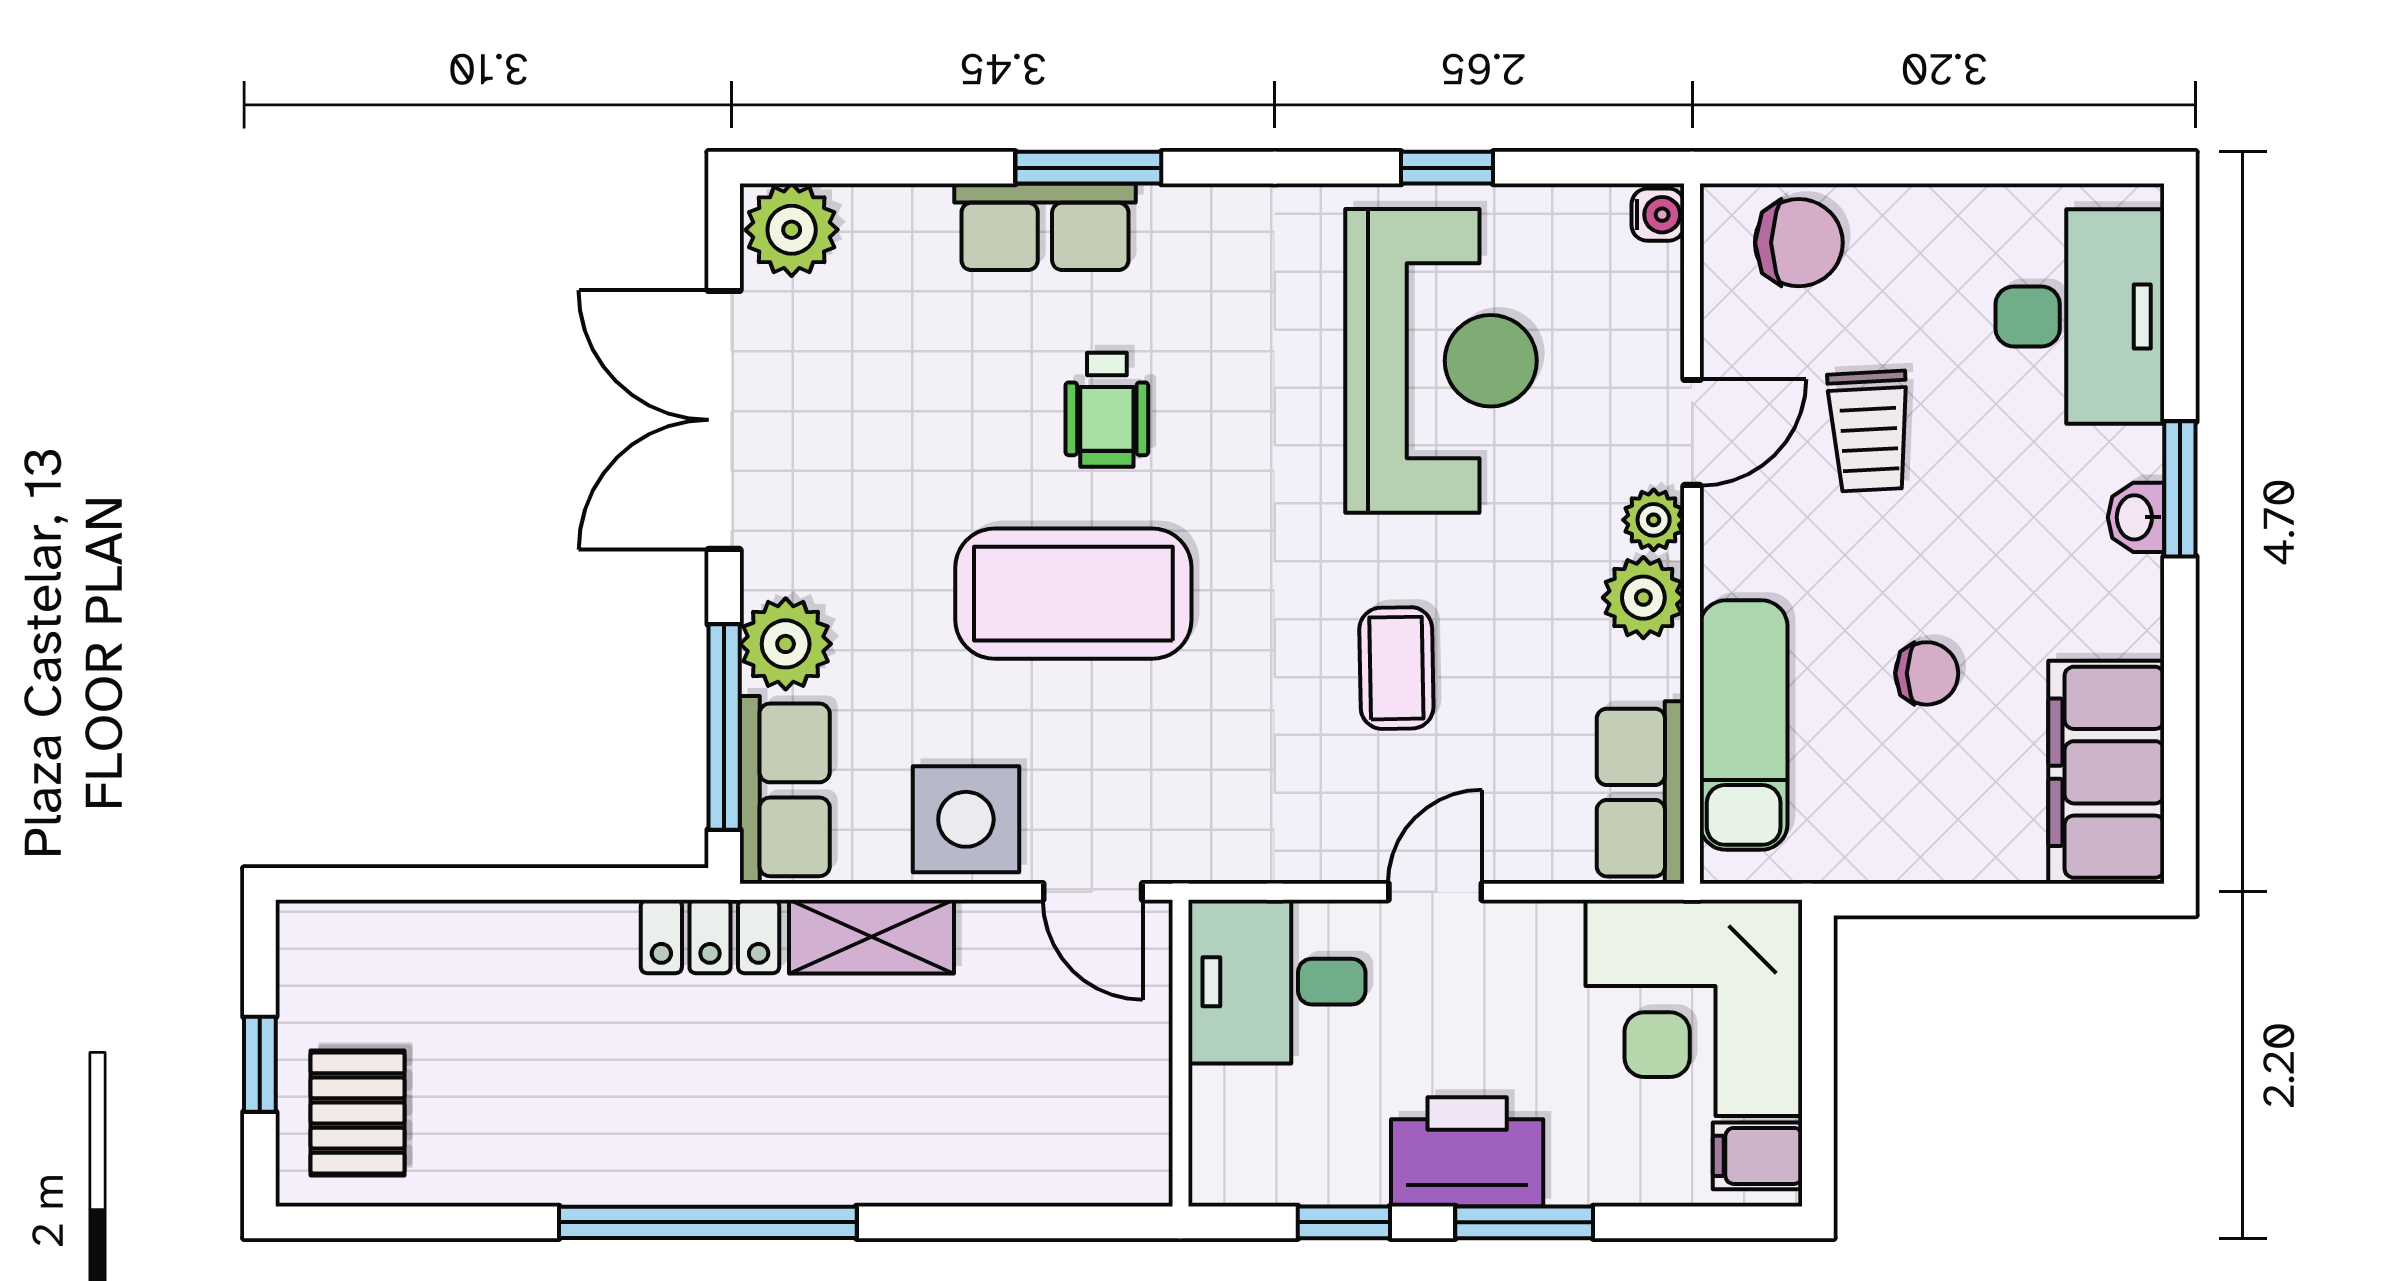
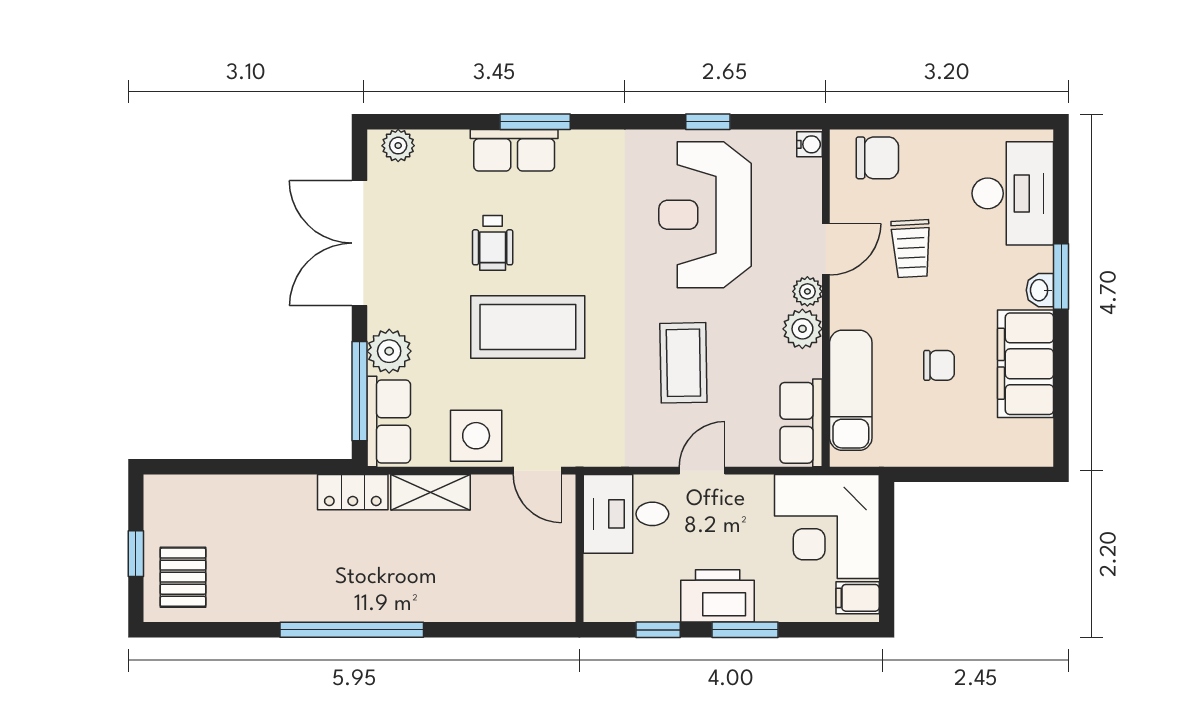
plant: (792, 230) -> (398, 146), width x0.73, depth x0.73
reception desk: (1441, 361) -> (705, 215), turned 180
wheelchair: (1107, 410) -> (493, 243), moved
coffee table: (1396, 668) -> (683, 363), width x1.36, depth x1.30
filing cabinet: (2106, 772) -> (1026, 364), moved

